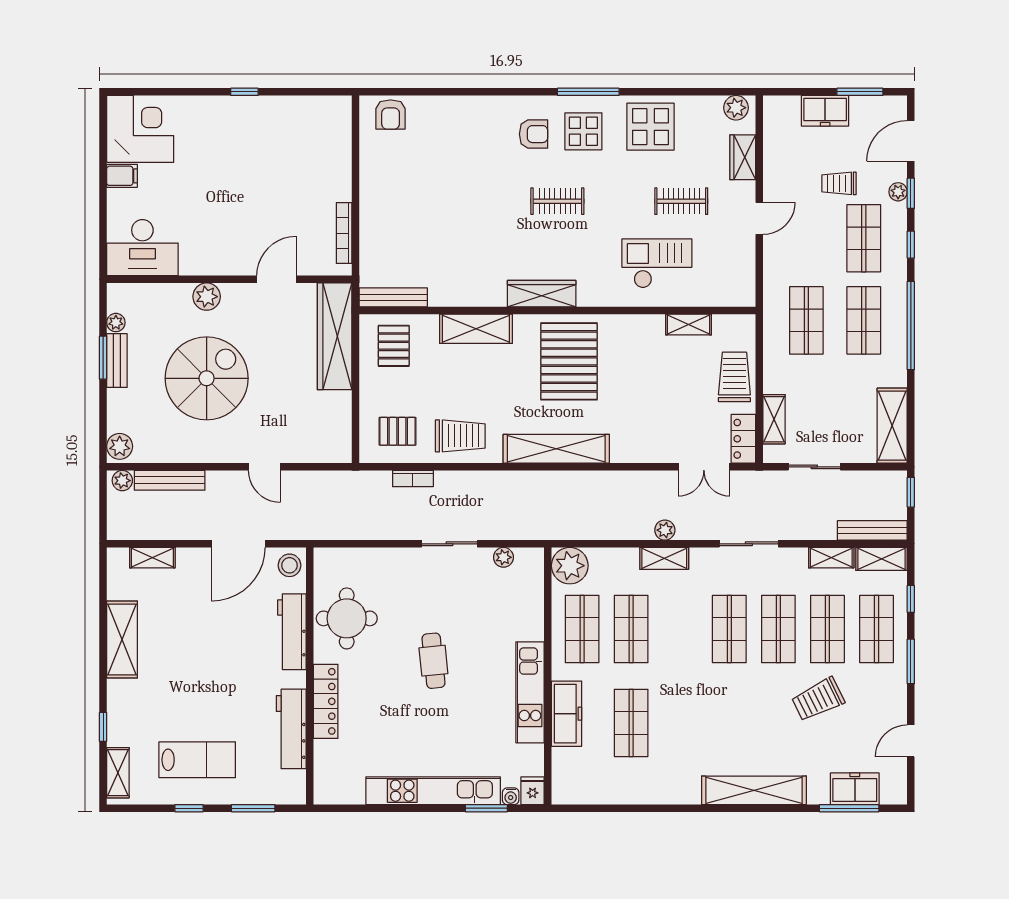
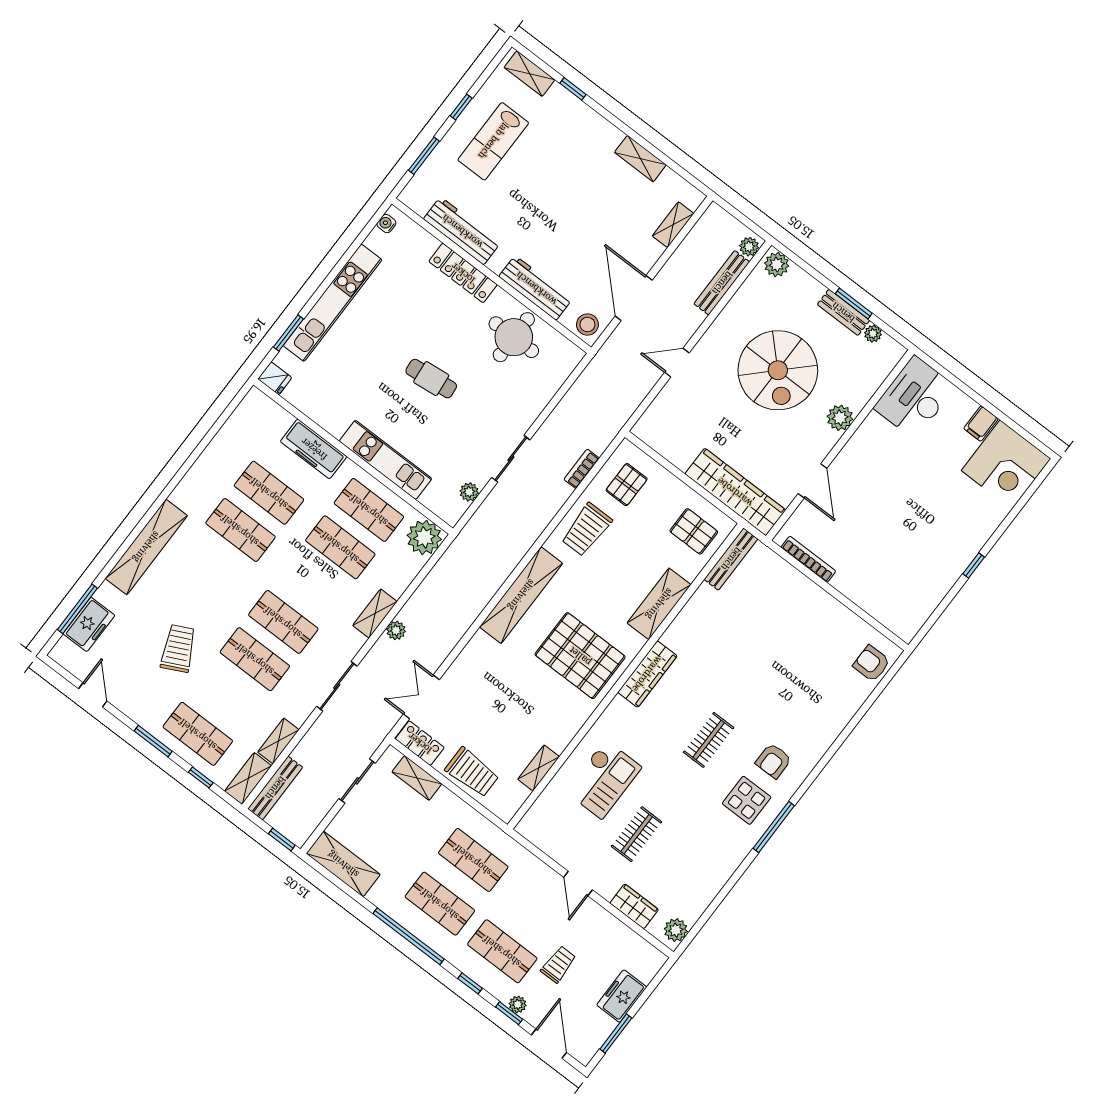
display table: (651, 127) -> (711, 854), removed
shop shelf: (827, 629) -> (240, 530), moved
shelving: (122, 640) -> (640, 159), width x0.67, depth x0.75
kitchen unit: (530, 692) -> (386, 460), moved
water cooler: (511, 796) -> (386, 224), moved

